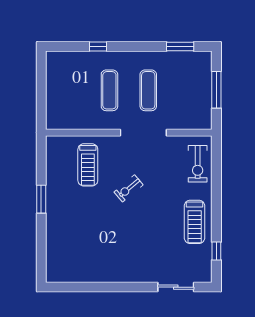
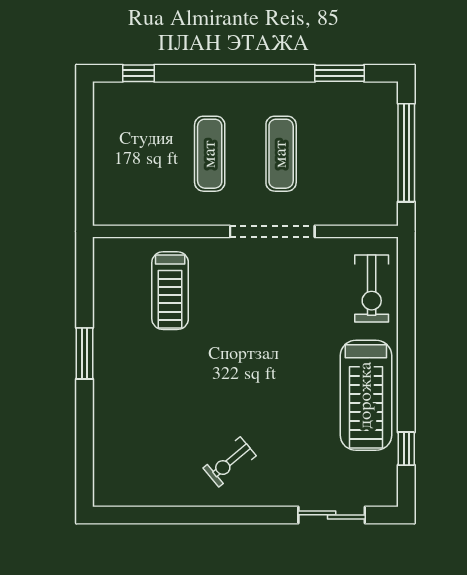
window: (98, 47) -> (138, 73), moved
window: (216, 90) -> (406, 153), width x1.46
exercise bike: (129, 188) -> (230, 462), moved
treadmill: (195, 222) -> (366, 395), width x1.37, depth x1.38

